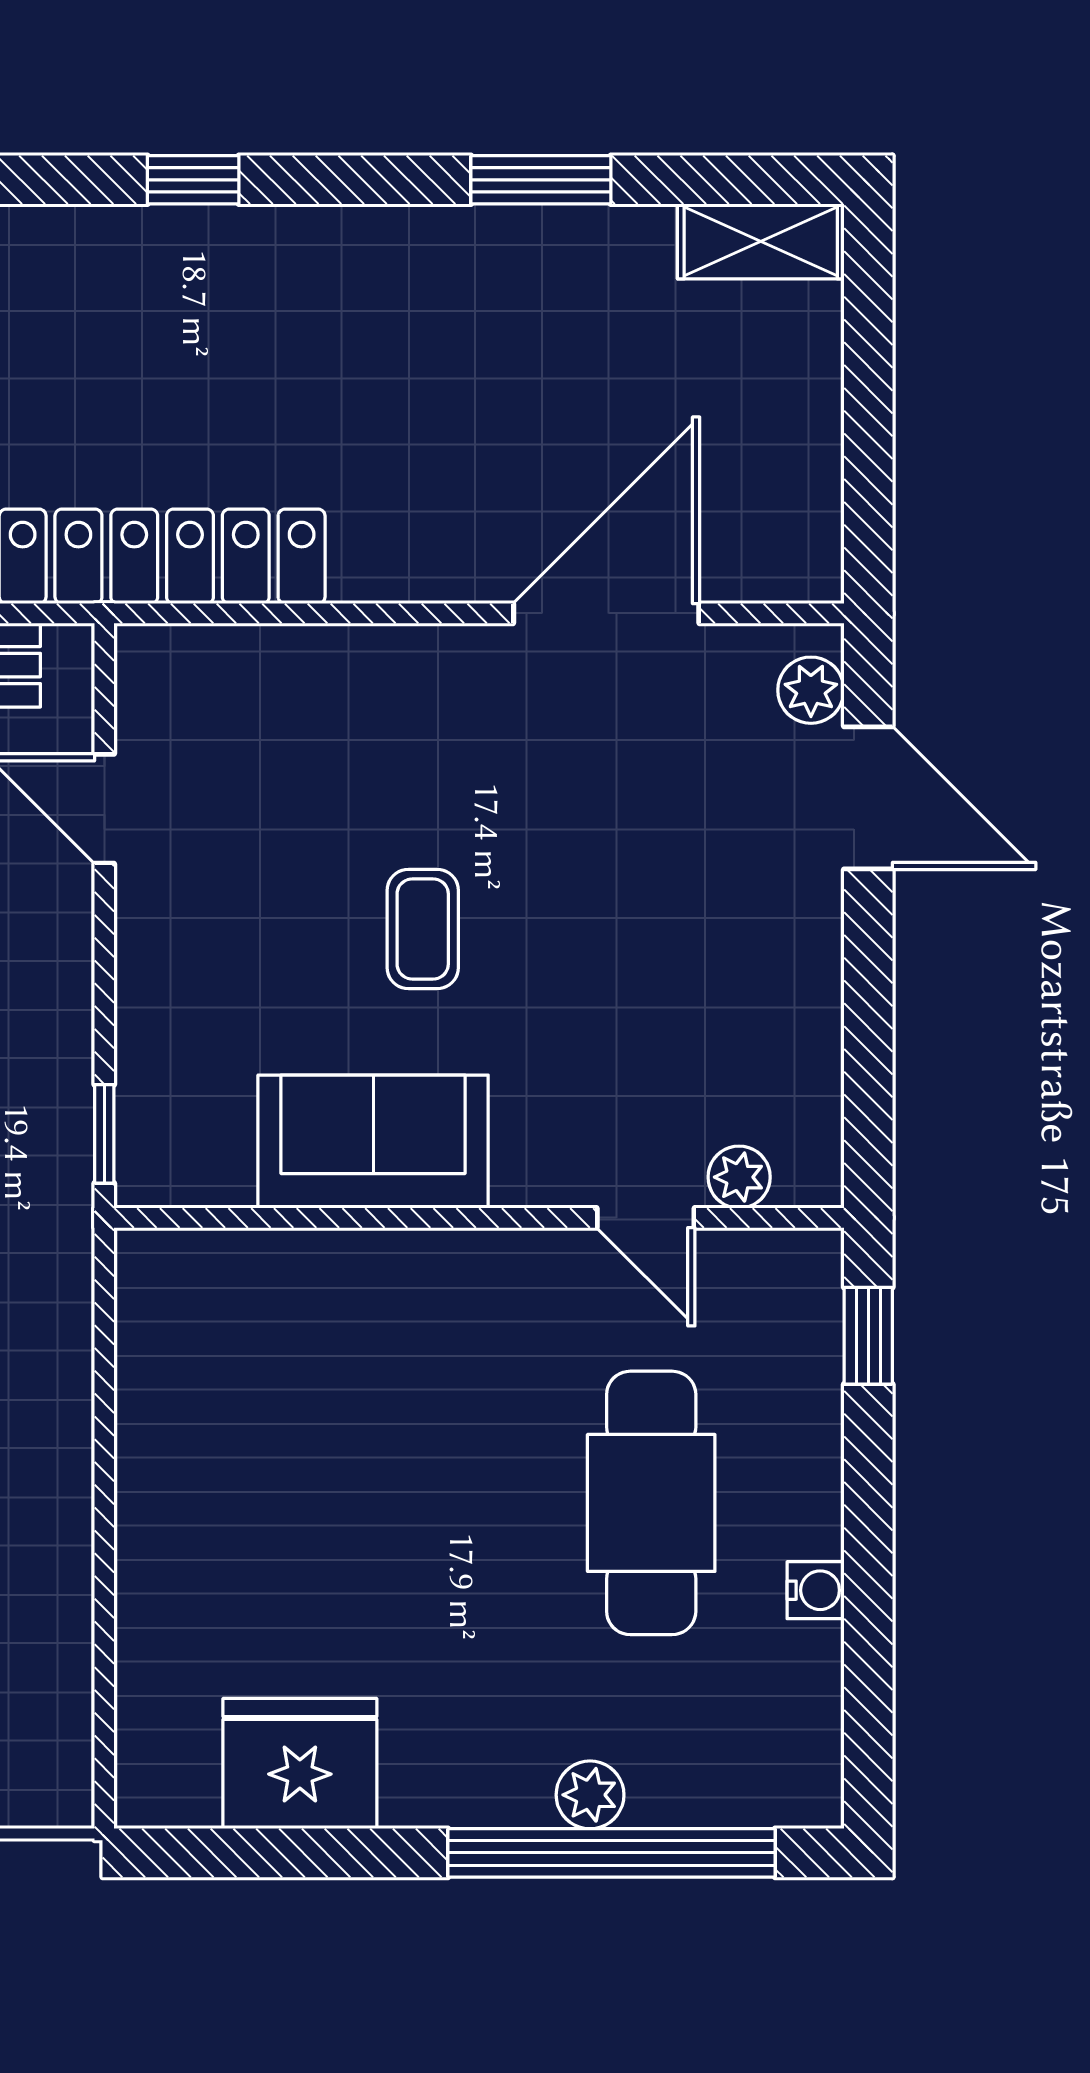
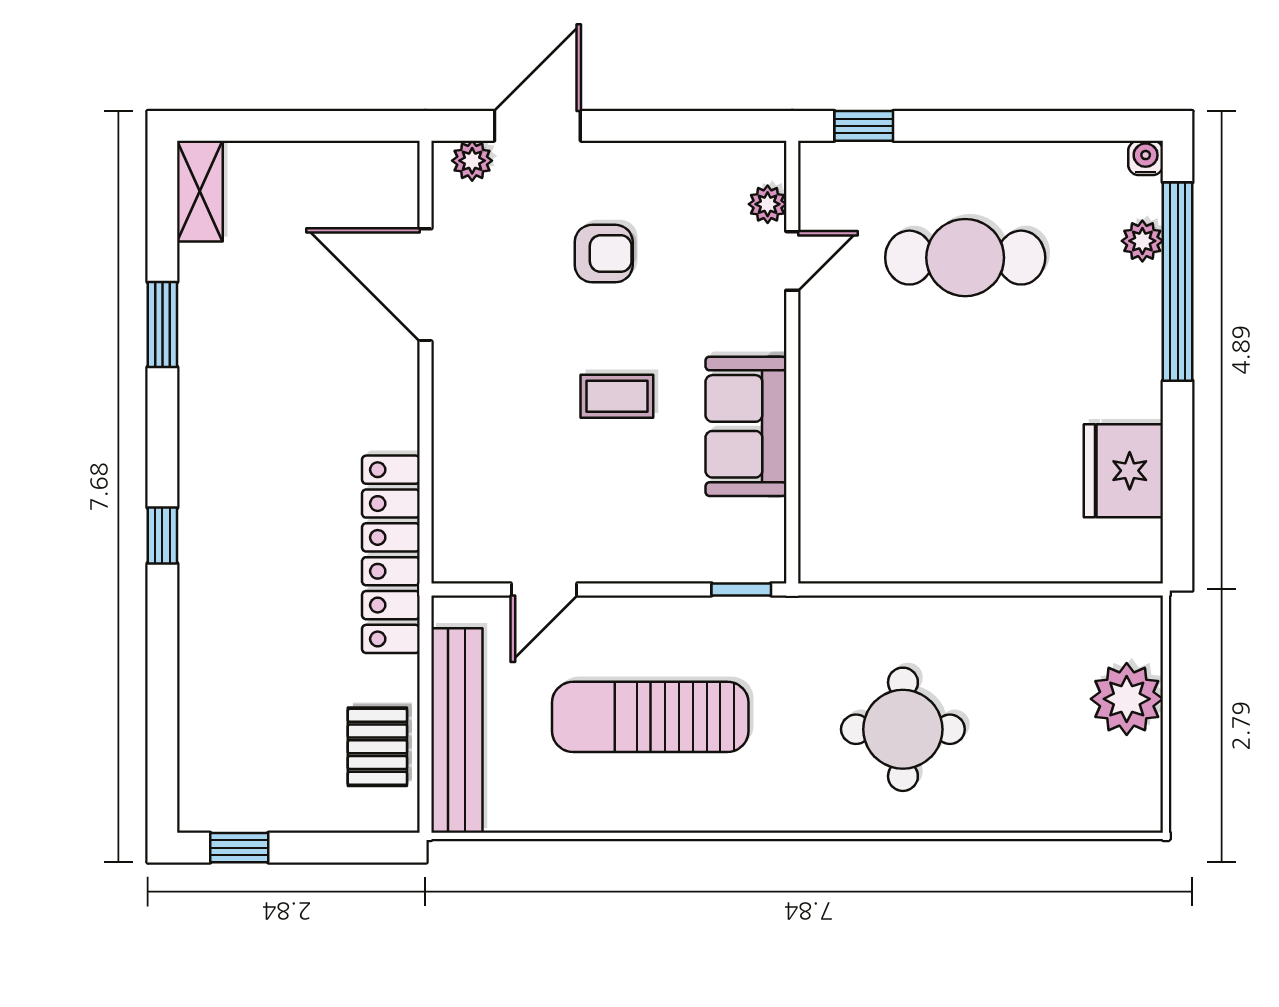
armchair: (658, 907) -> (604, 254), added
water cooler: (816, 1590) -> (1146, 158), moved
plant: (590, 1795) -> (1142, 241), moved

